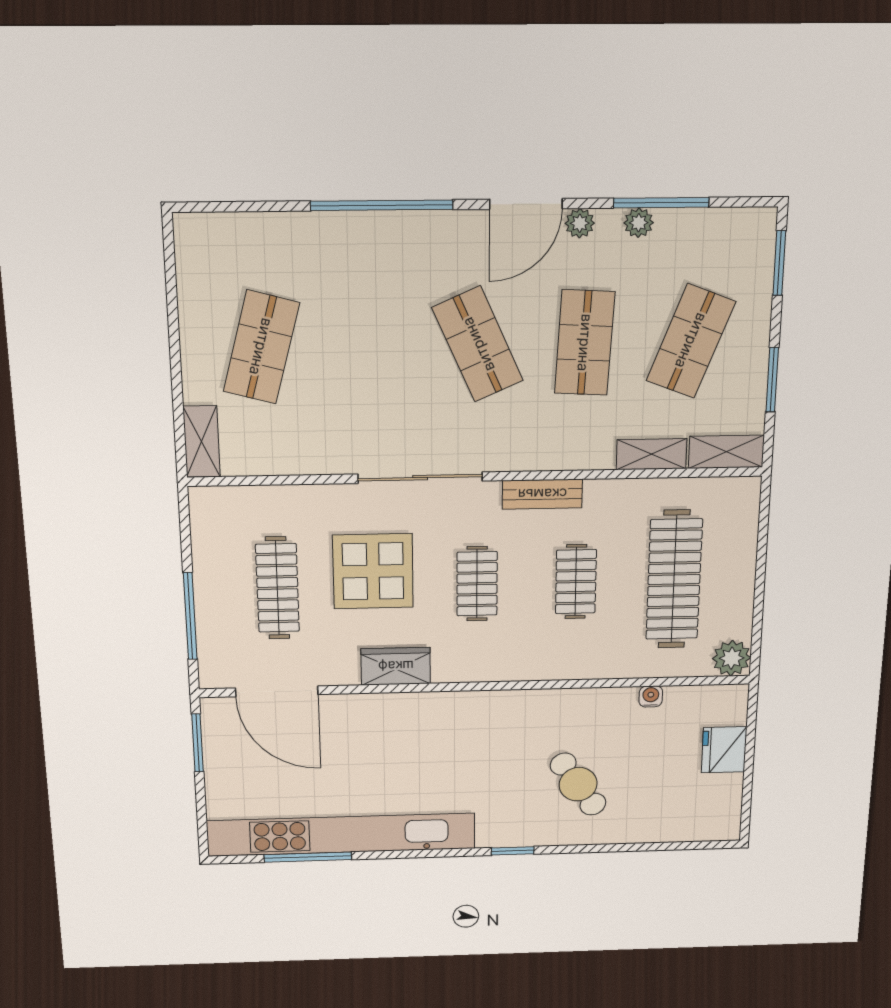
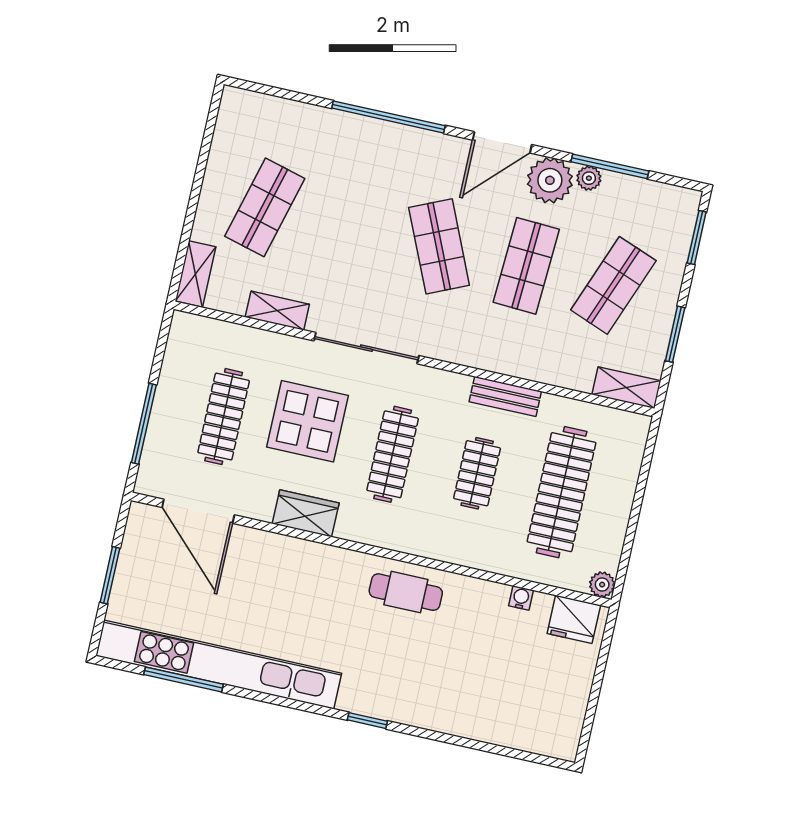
plant: (580, 223) -> (550, 180), width x1.88, depth x1.88
shelving: (652, 454) -> (277, 311), moved
bench: (542, 494) -> (505, 397), moved
clothes rail: (477, 584) -> (393, 454), width x1.36
plant: (732, 658) -> (602, 585), width x0.73, depth x0.73
window: (197, 743) -> (110, 575), moved
fridge: (724, 750) -> (574, 619), moved, turned -90
cafe table: (578, 784) -> (406, 592), moved, turned -56

